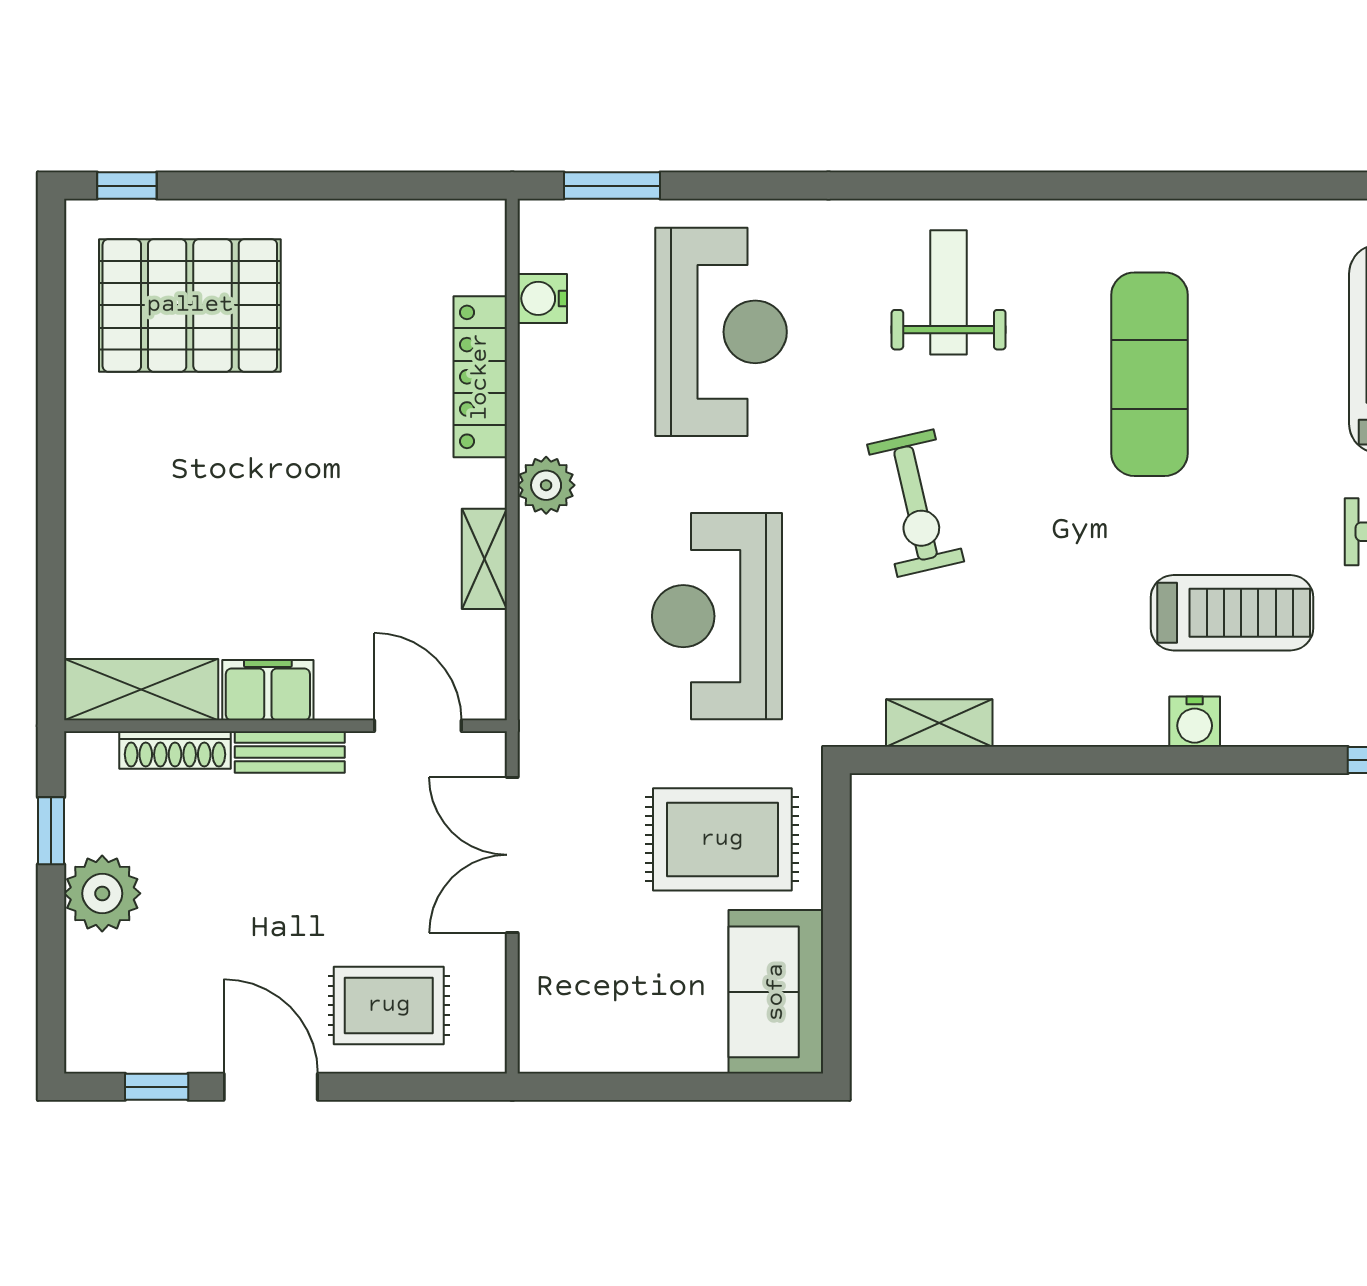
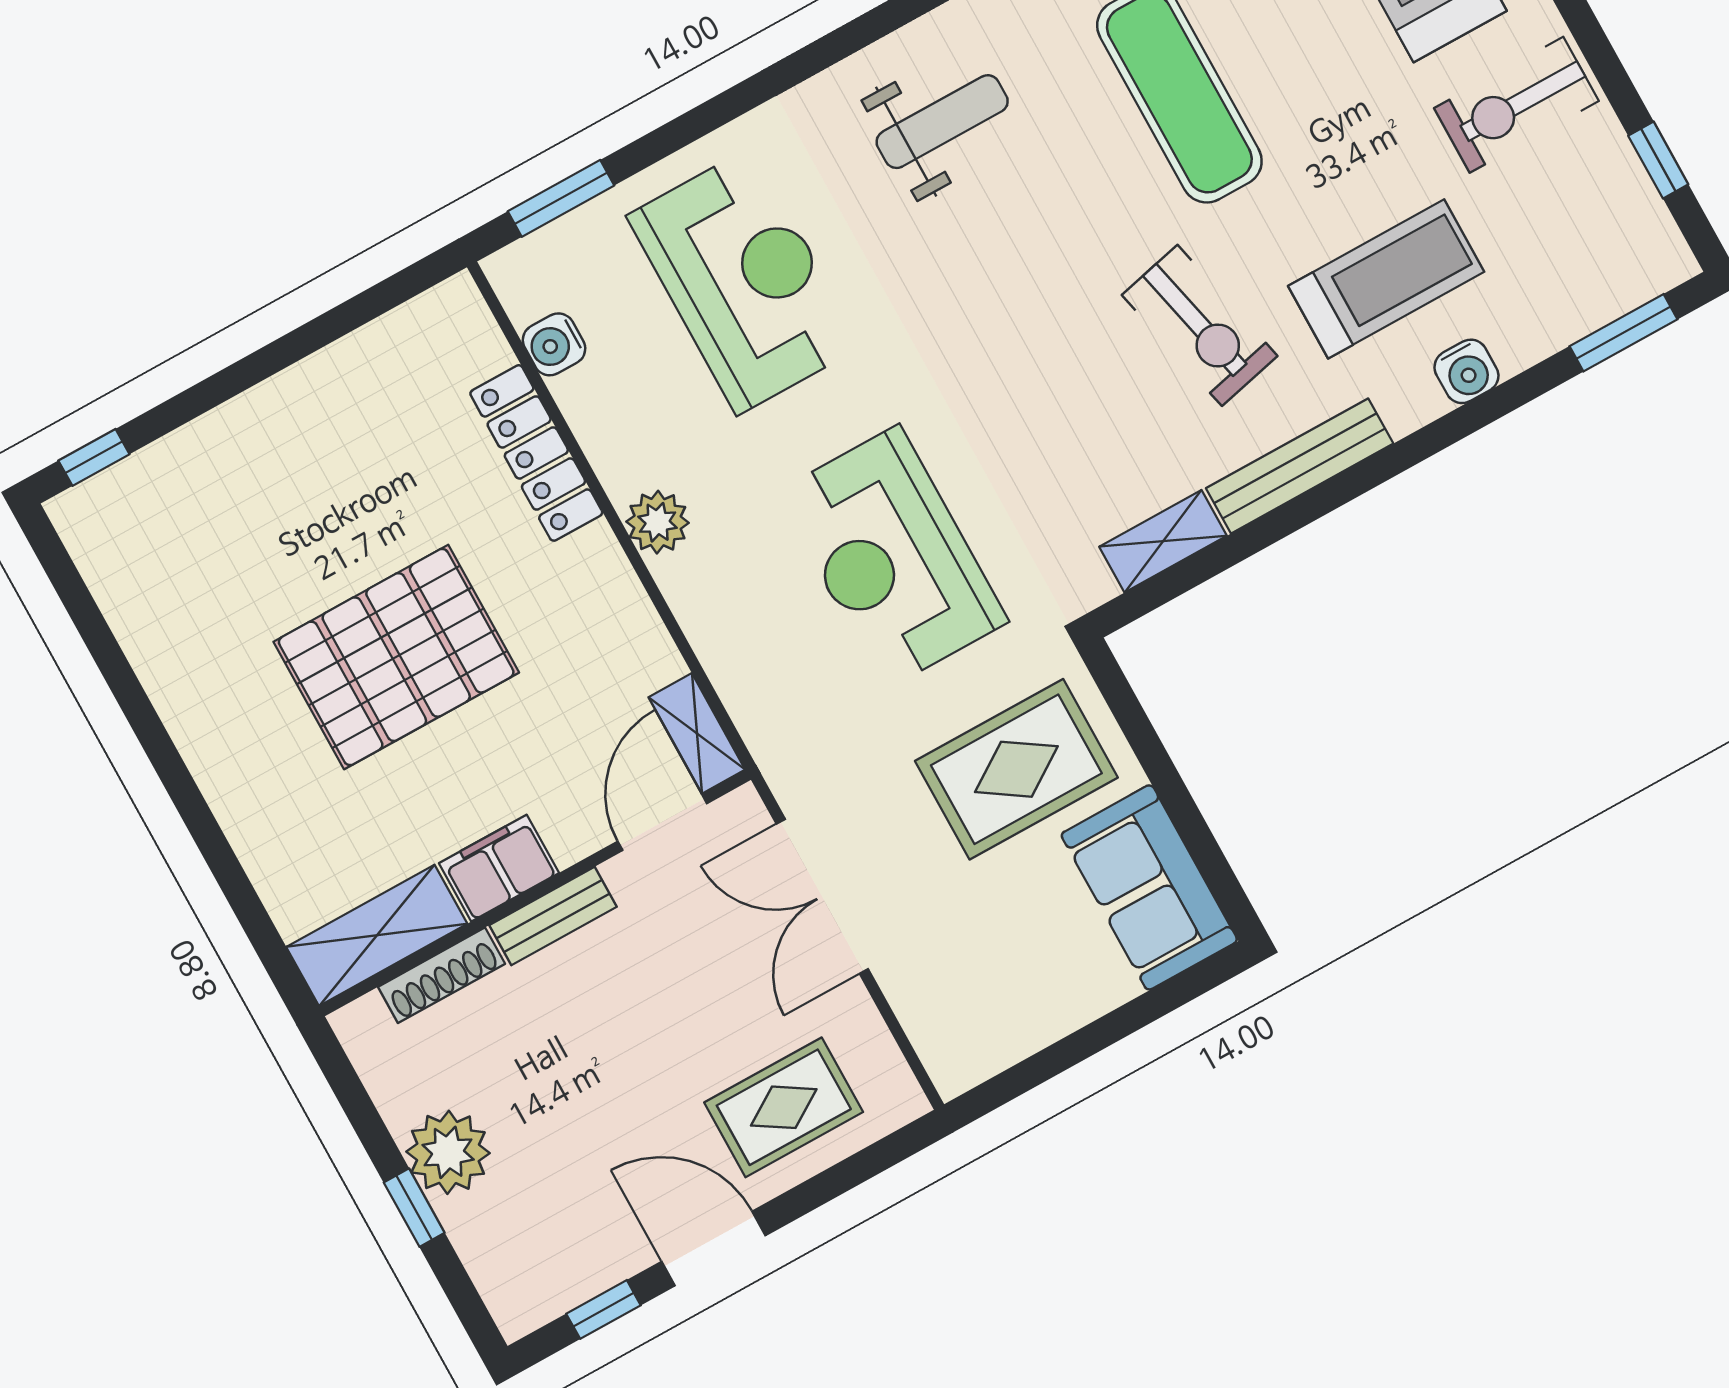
weight bench: (949, 292) -> (942, 122), turned 90
pallet: (190, 305) -> (396, 657), moved
exercise bike: (916, 503) -> (1200, 325), moved
shelving: (484, 559) -> (697, 733), moved
water cooler: (1195, 722) -> (1466, 371), moved
bench: (1081, 723) -> (1300, 466), added
door: (418, 726) -> (662, 822), hinge flipped
window: (51, 831) -> (414, 1208), moved

